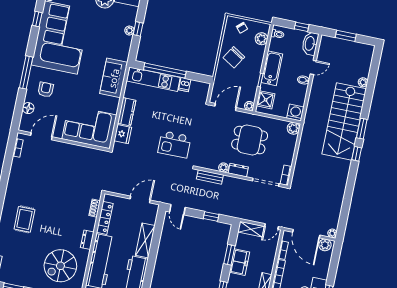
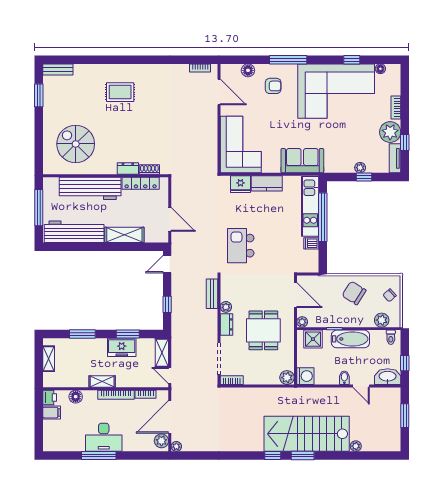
dresser: (87, 240) -> (128, 168), moved

